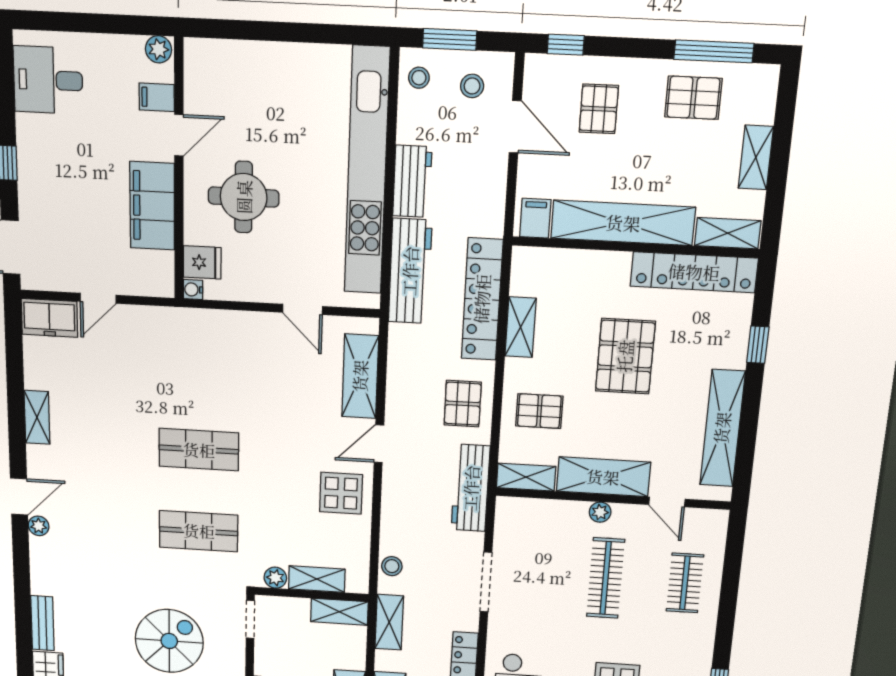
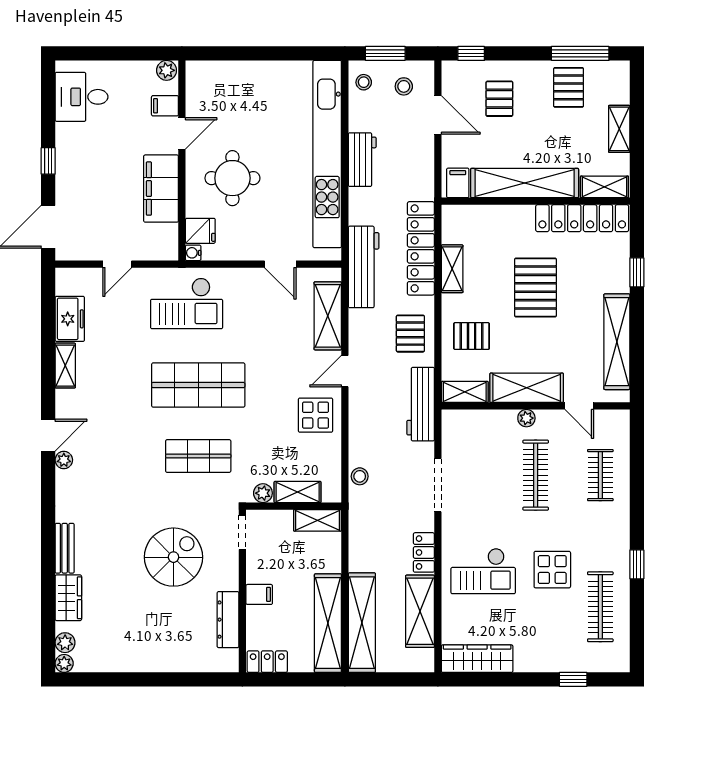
pallet: (693, 98) -> (569, 87), turned 90
workbench: (410, 271) -> (364, 267), moved
freezer: (49, 318) -> (70, 319), moved, turned -90
checkout: (185, 351) -> (187, 303), added
shop shelf: (199, 450) -> (198, 385), width x1.43, depth x1.36
shelving: (389, 622) -> (359, 527), removed

